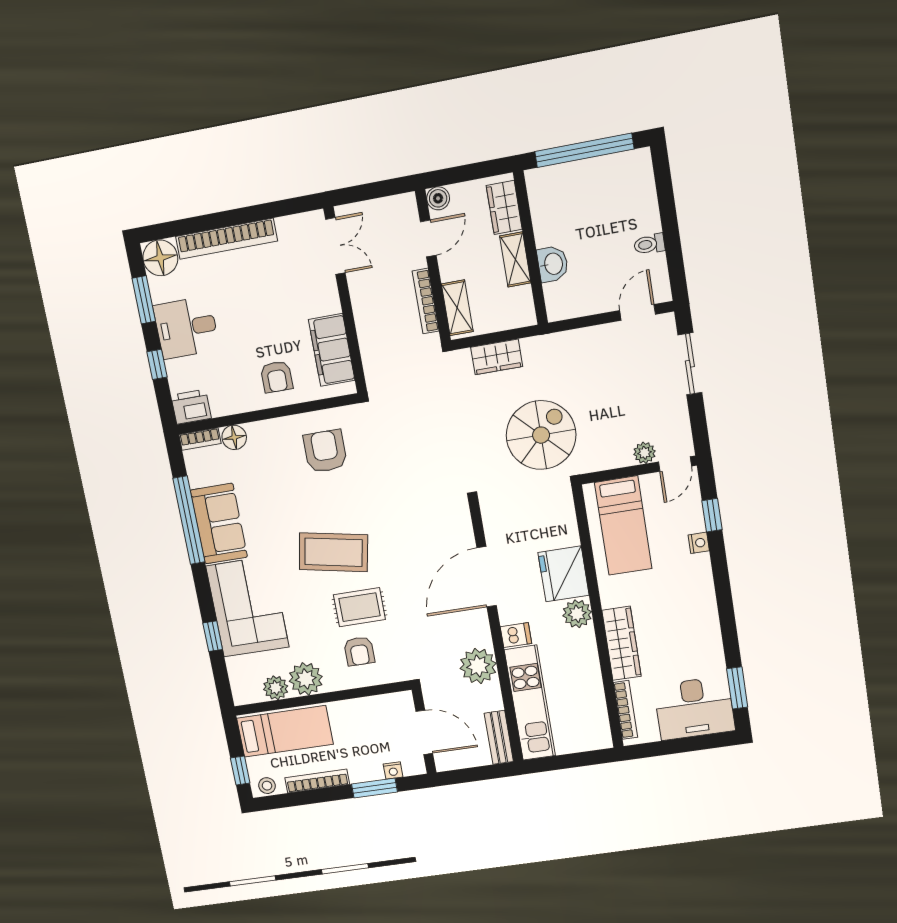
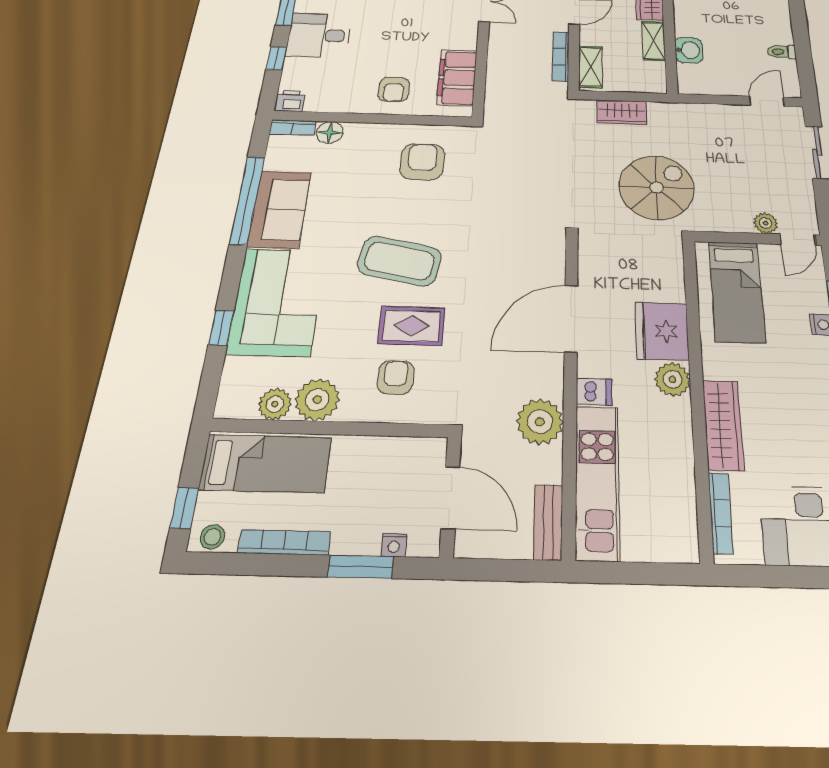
printer: (191, 407) -> (290, 101), width x0.73, depth x0.81
armchair: (359, 651) -> (396, 377), turned 180

